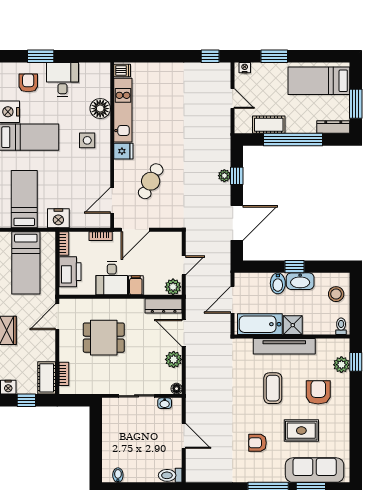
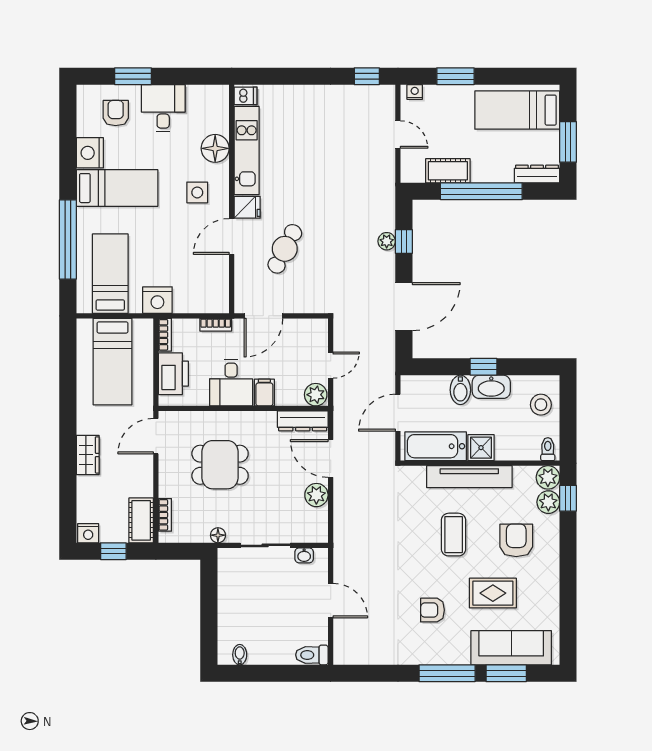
door: (112, 200) -> (232, 236), moved
plant: (341, 347) -> (548, 477), added
floor lamp: (177, 389) -> (218, 535), moved

